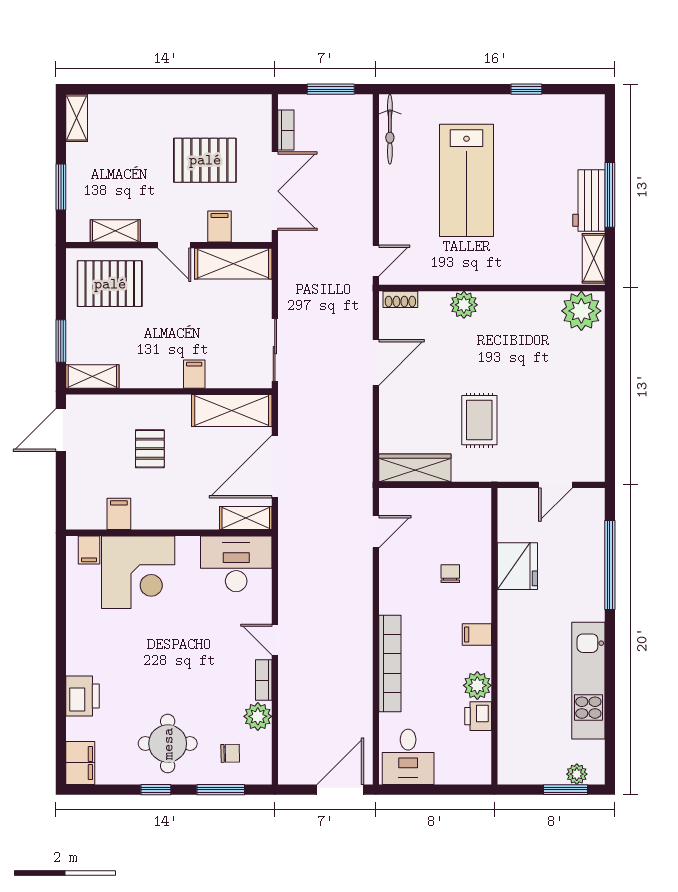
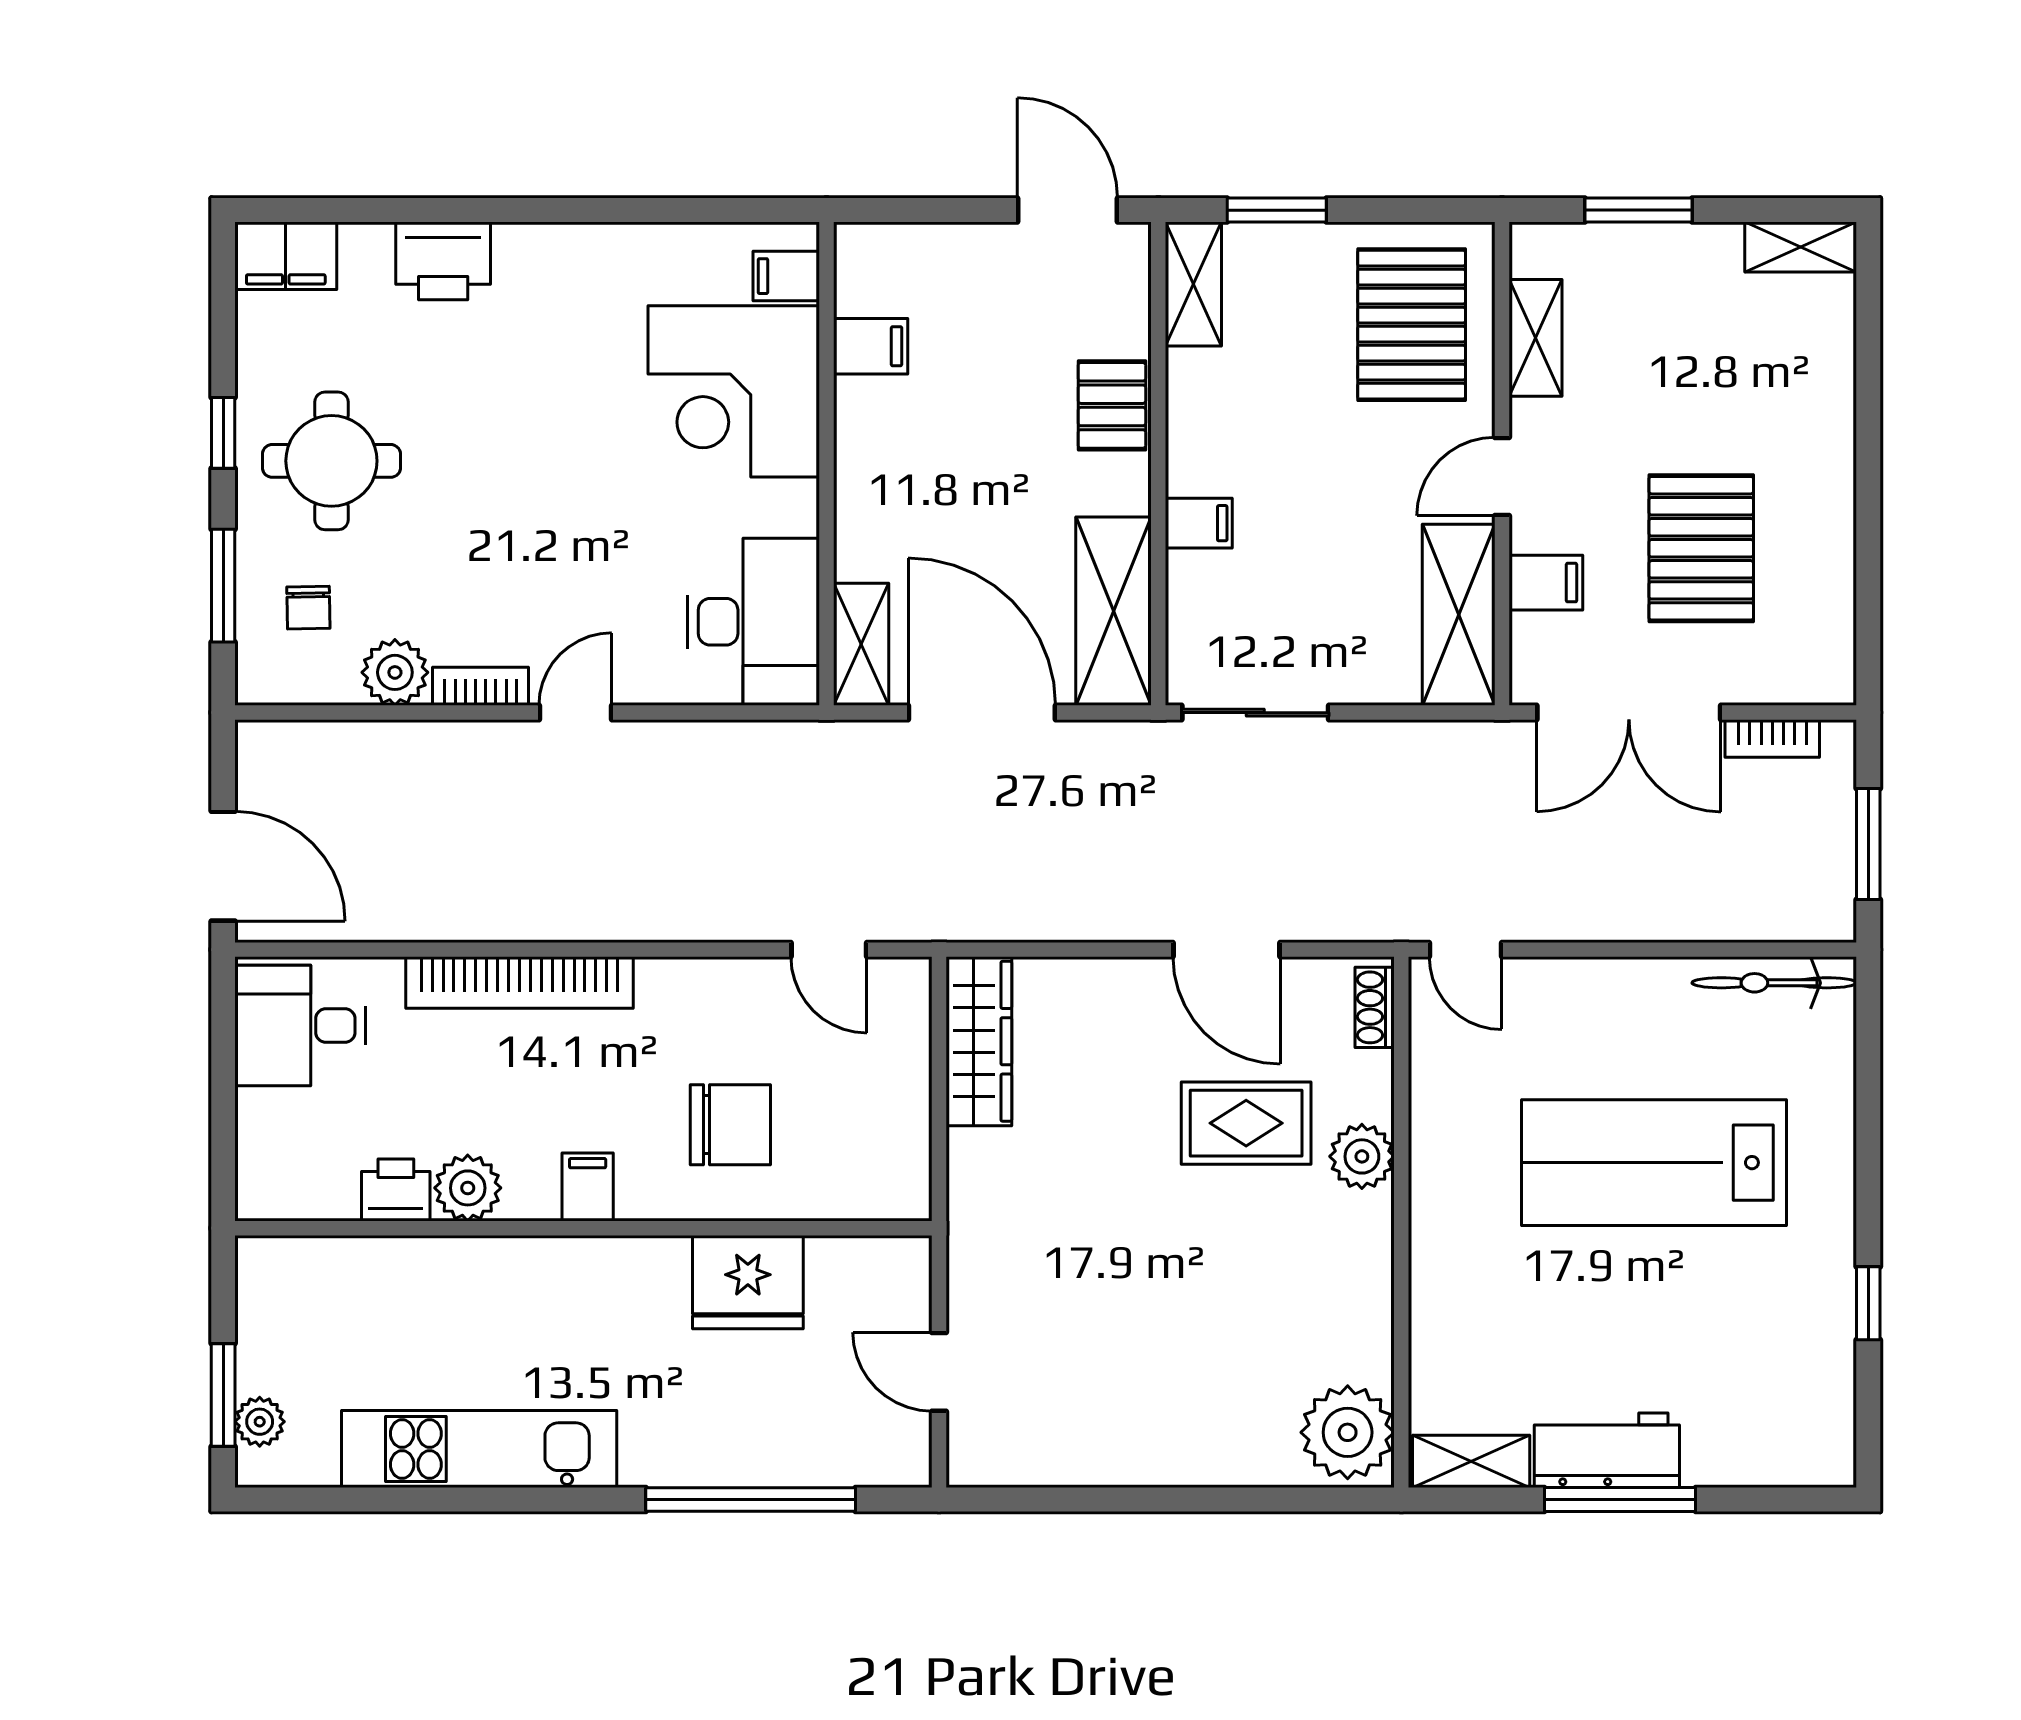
rug: (479, 420) -> (1246, 1123), moved
pallet: (150, 449) -> (1112, 405), moved, turned 90
chair: (450, 574) -> (730, 1125), width x1.87, depth x1.87

